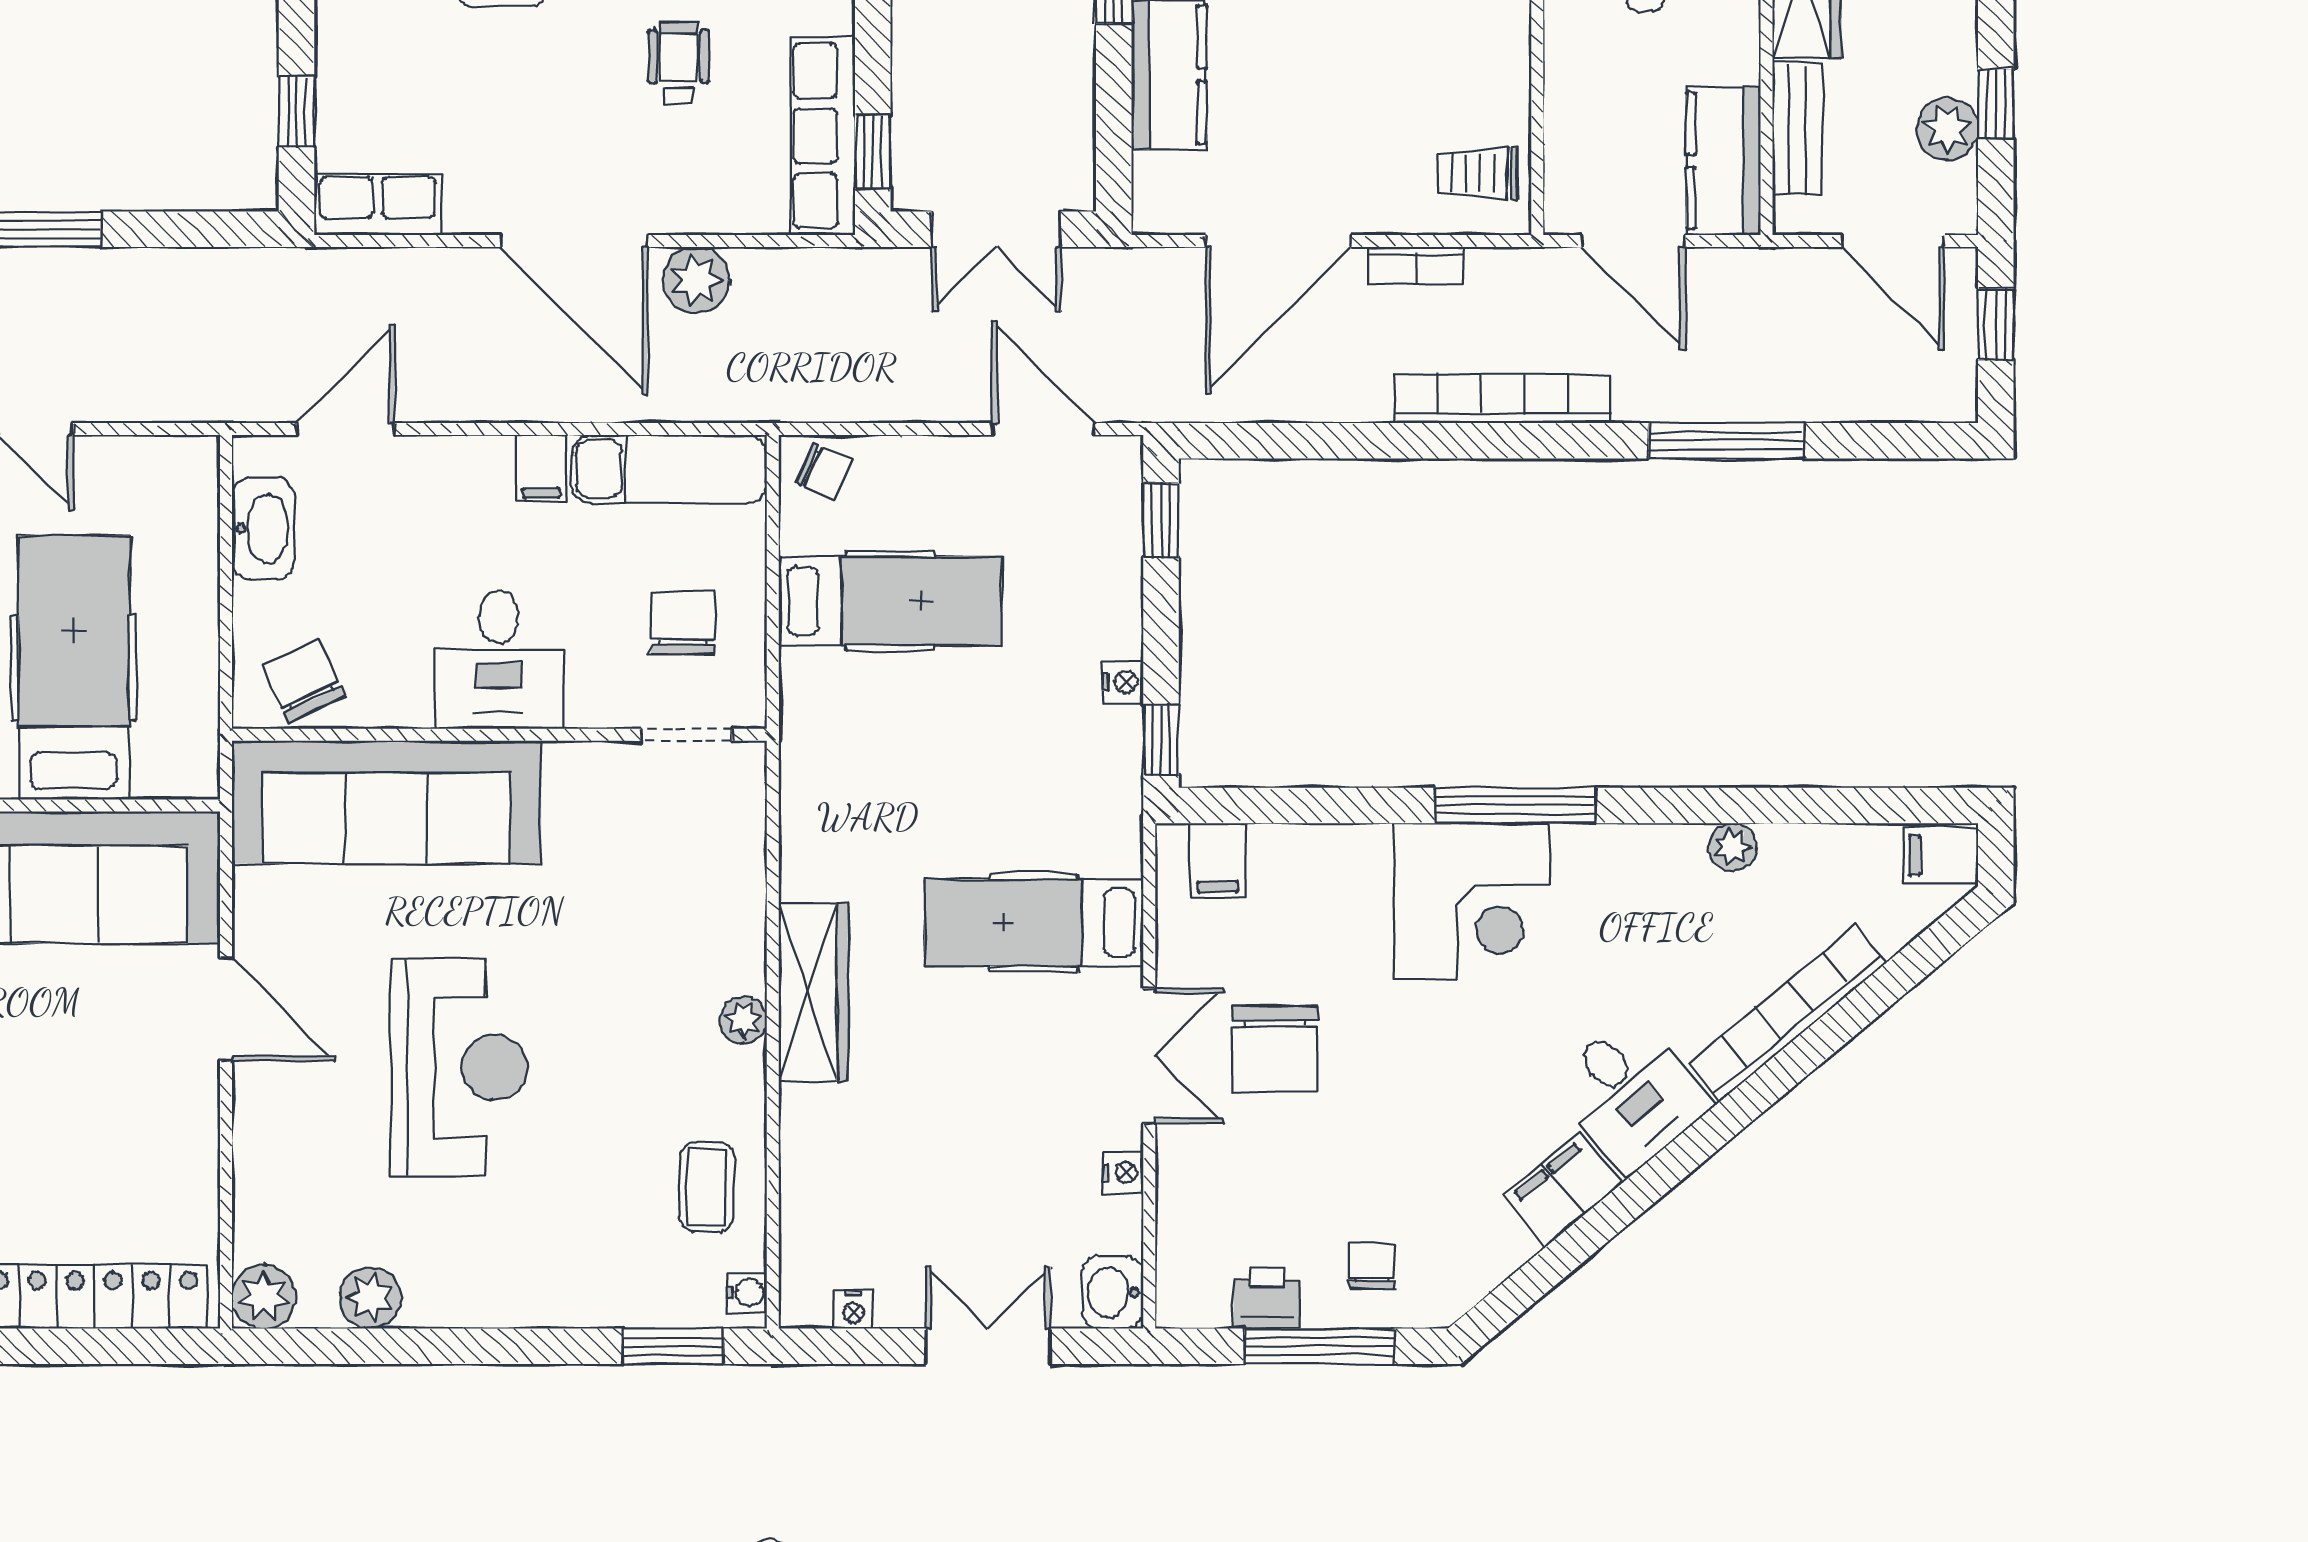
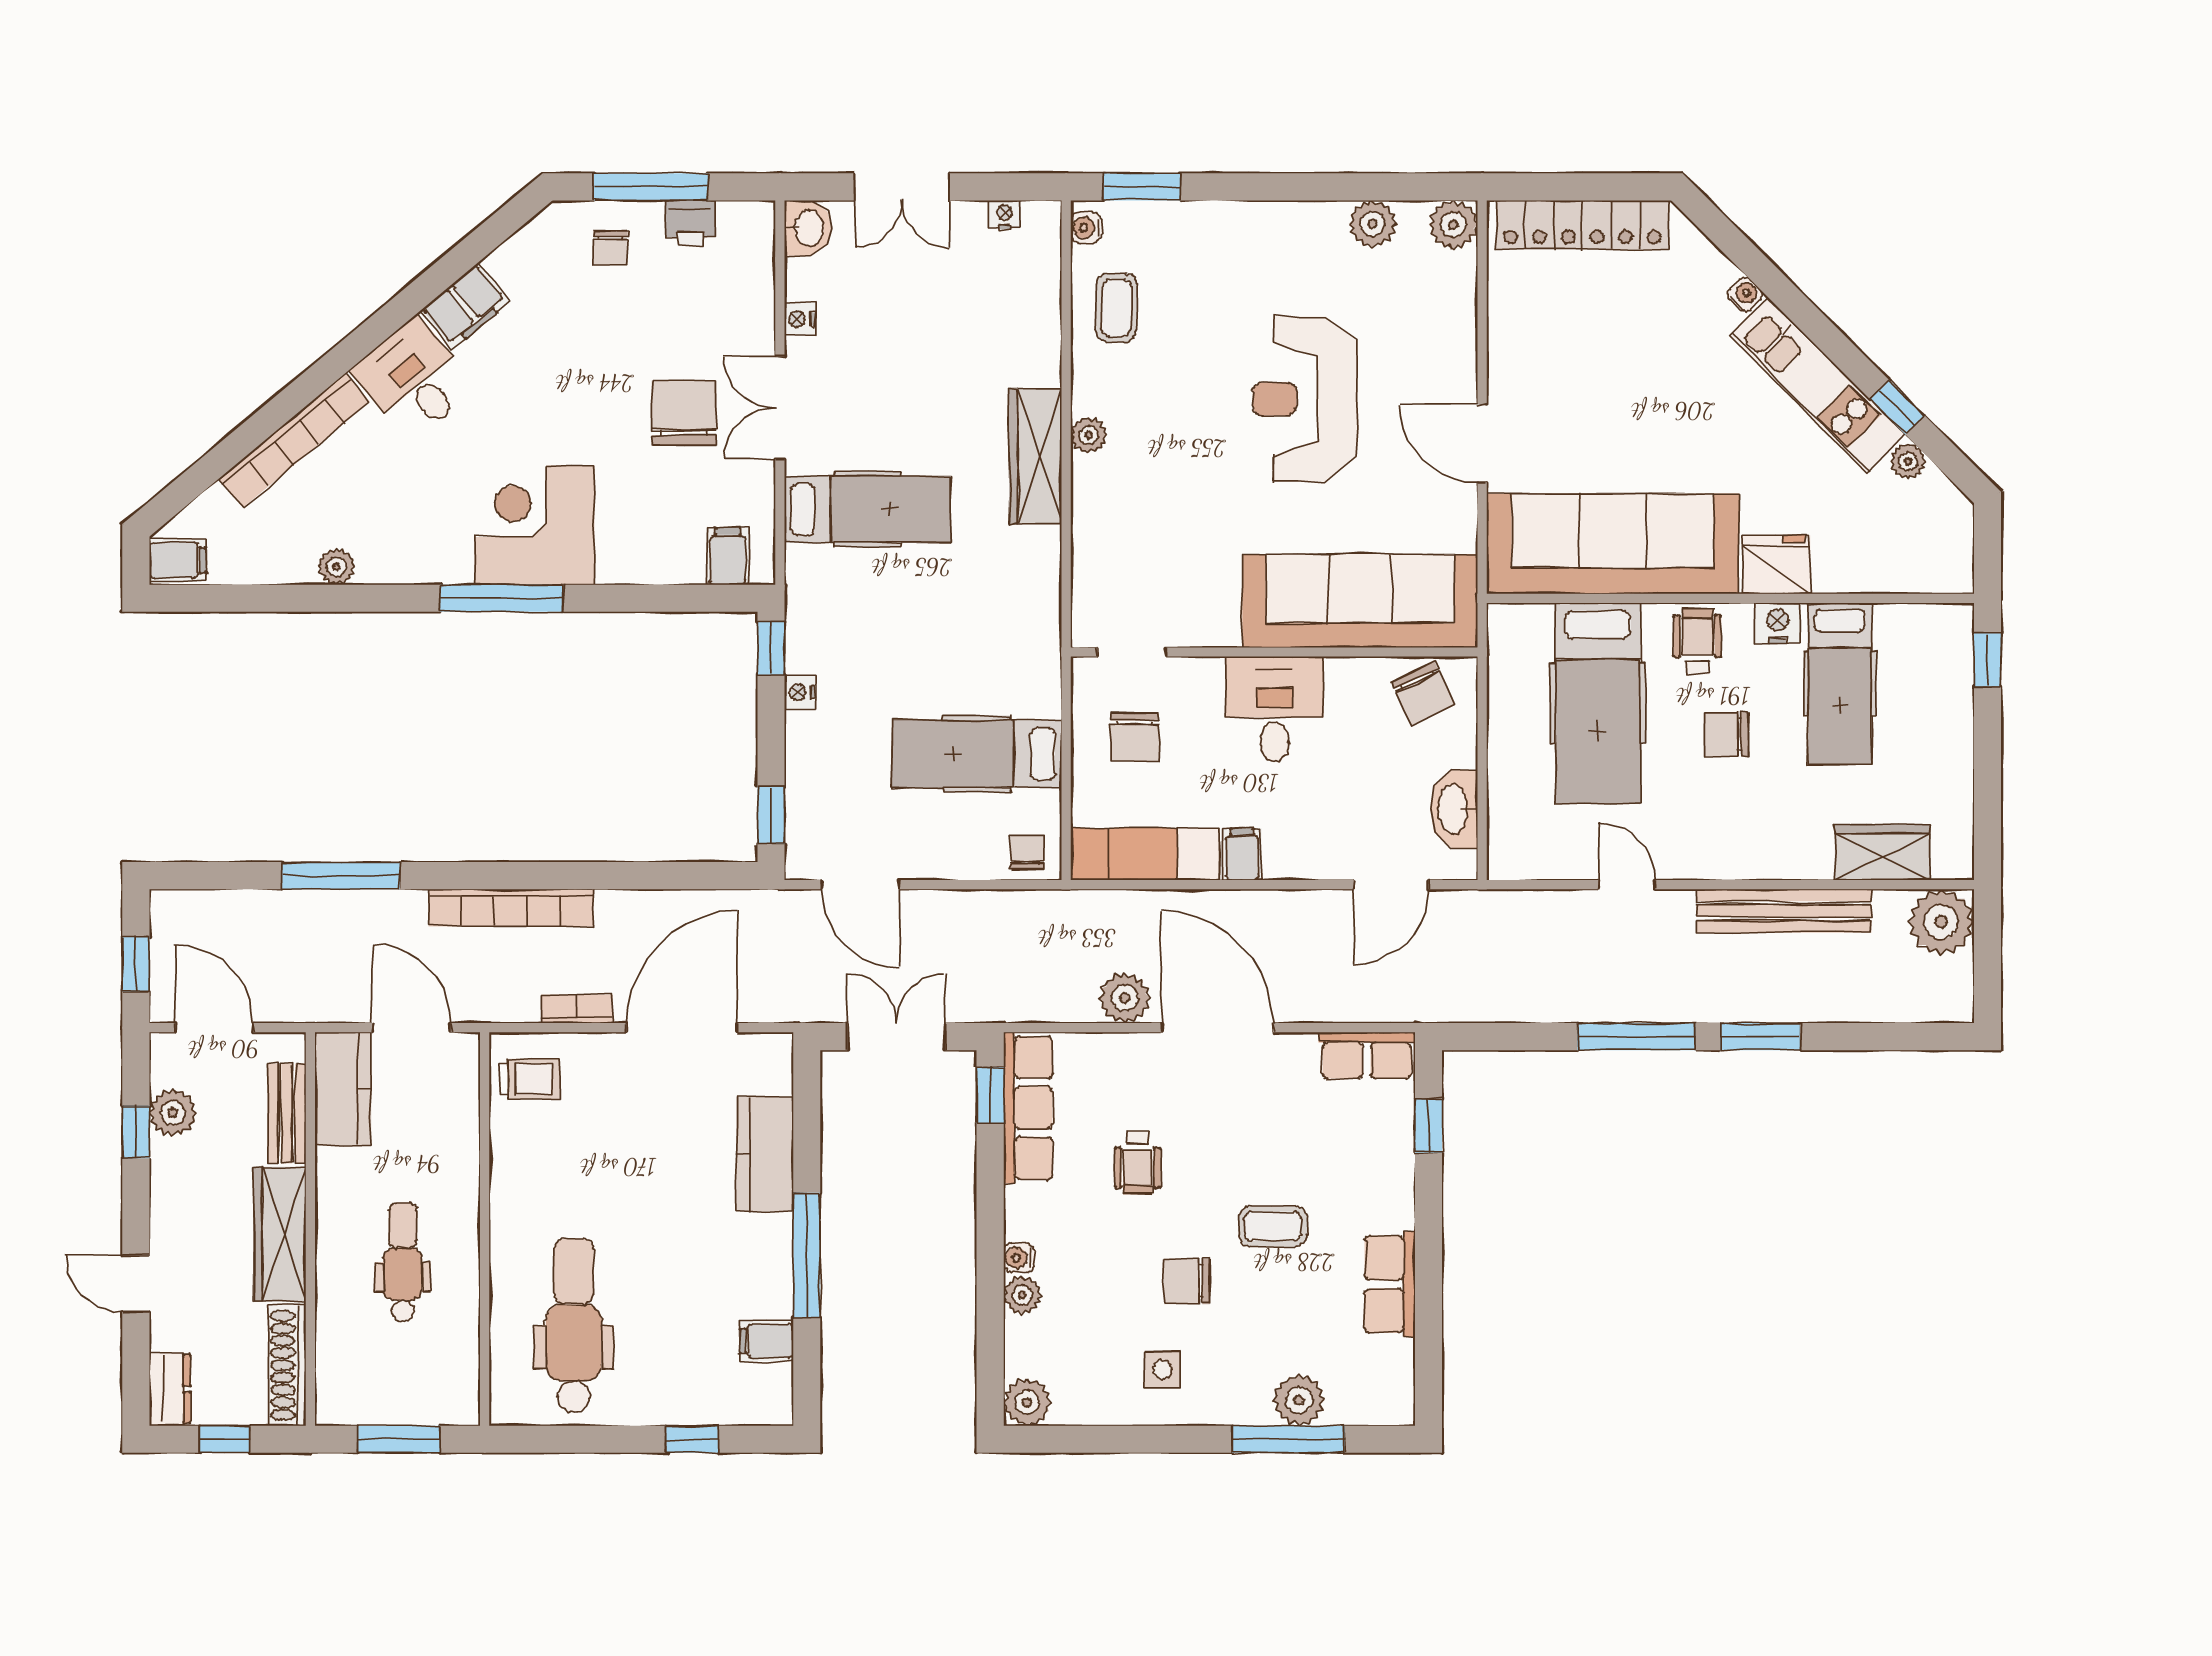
chair: (824, 471) -> (1027, 853), turned 66

